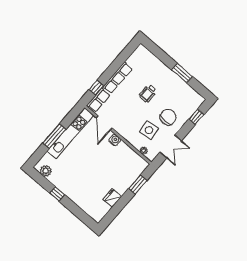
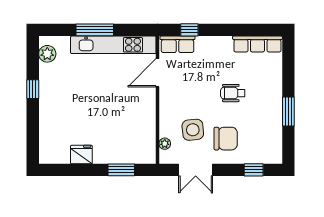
row of seats: (118, 78) -> (257, 44), moved
water cooler: (115, 140) -> (149, 101), removed

